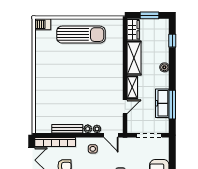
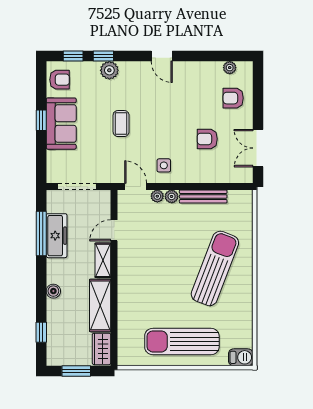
sun lounger: (60, 82) -> (215, 268), added
bookcase: (55, 142) -> (222, 176), removed

